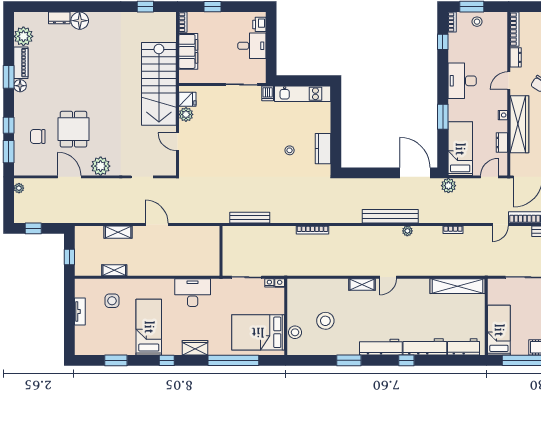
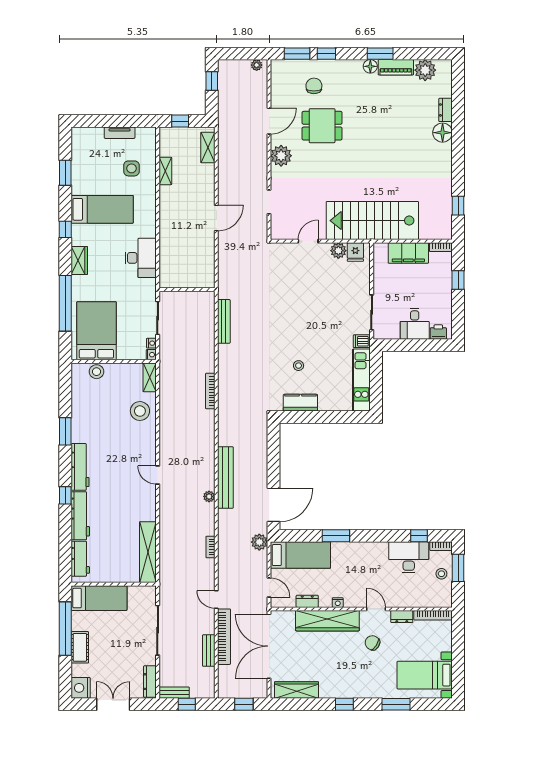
desk: (462, 81) -> (409, 557), moved
shelving: (118, 232) -> (208, 148), moved
shelving: (362, 284) -> (150, 377), moved
stool: (325, 321) -> (140, 411), moved

